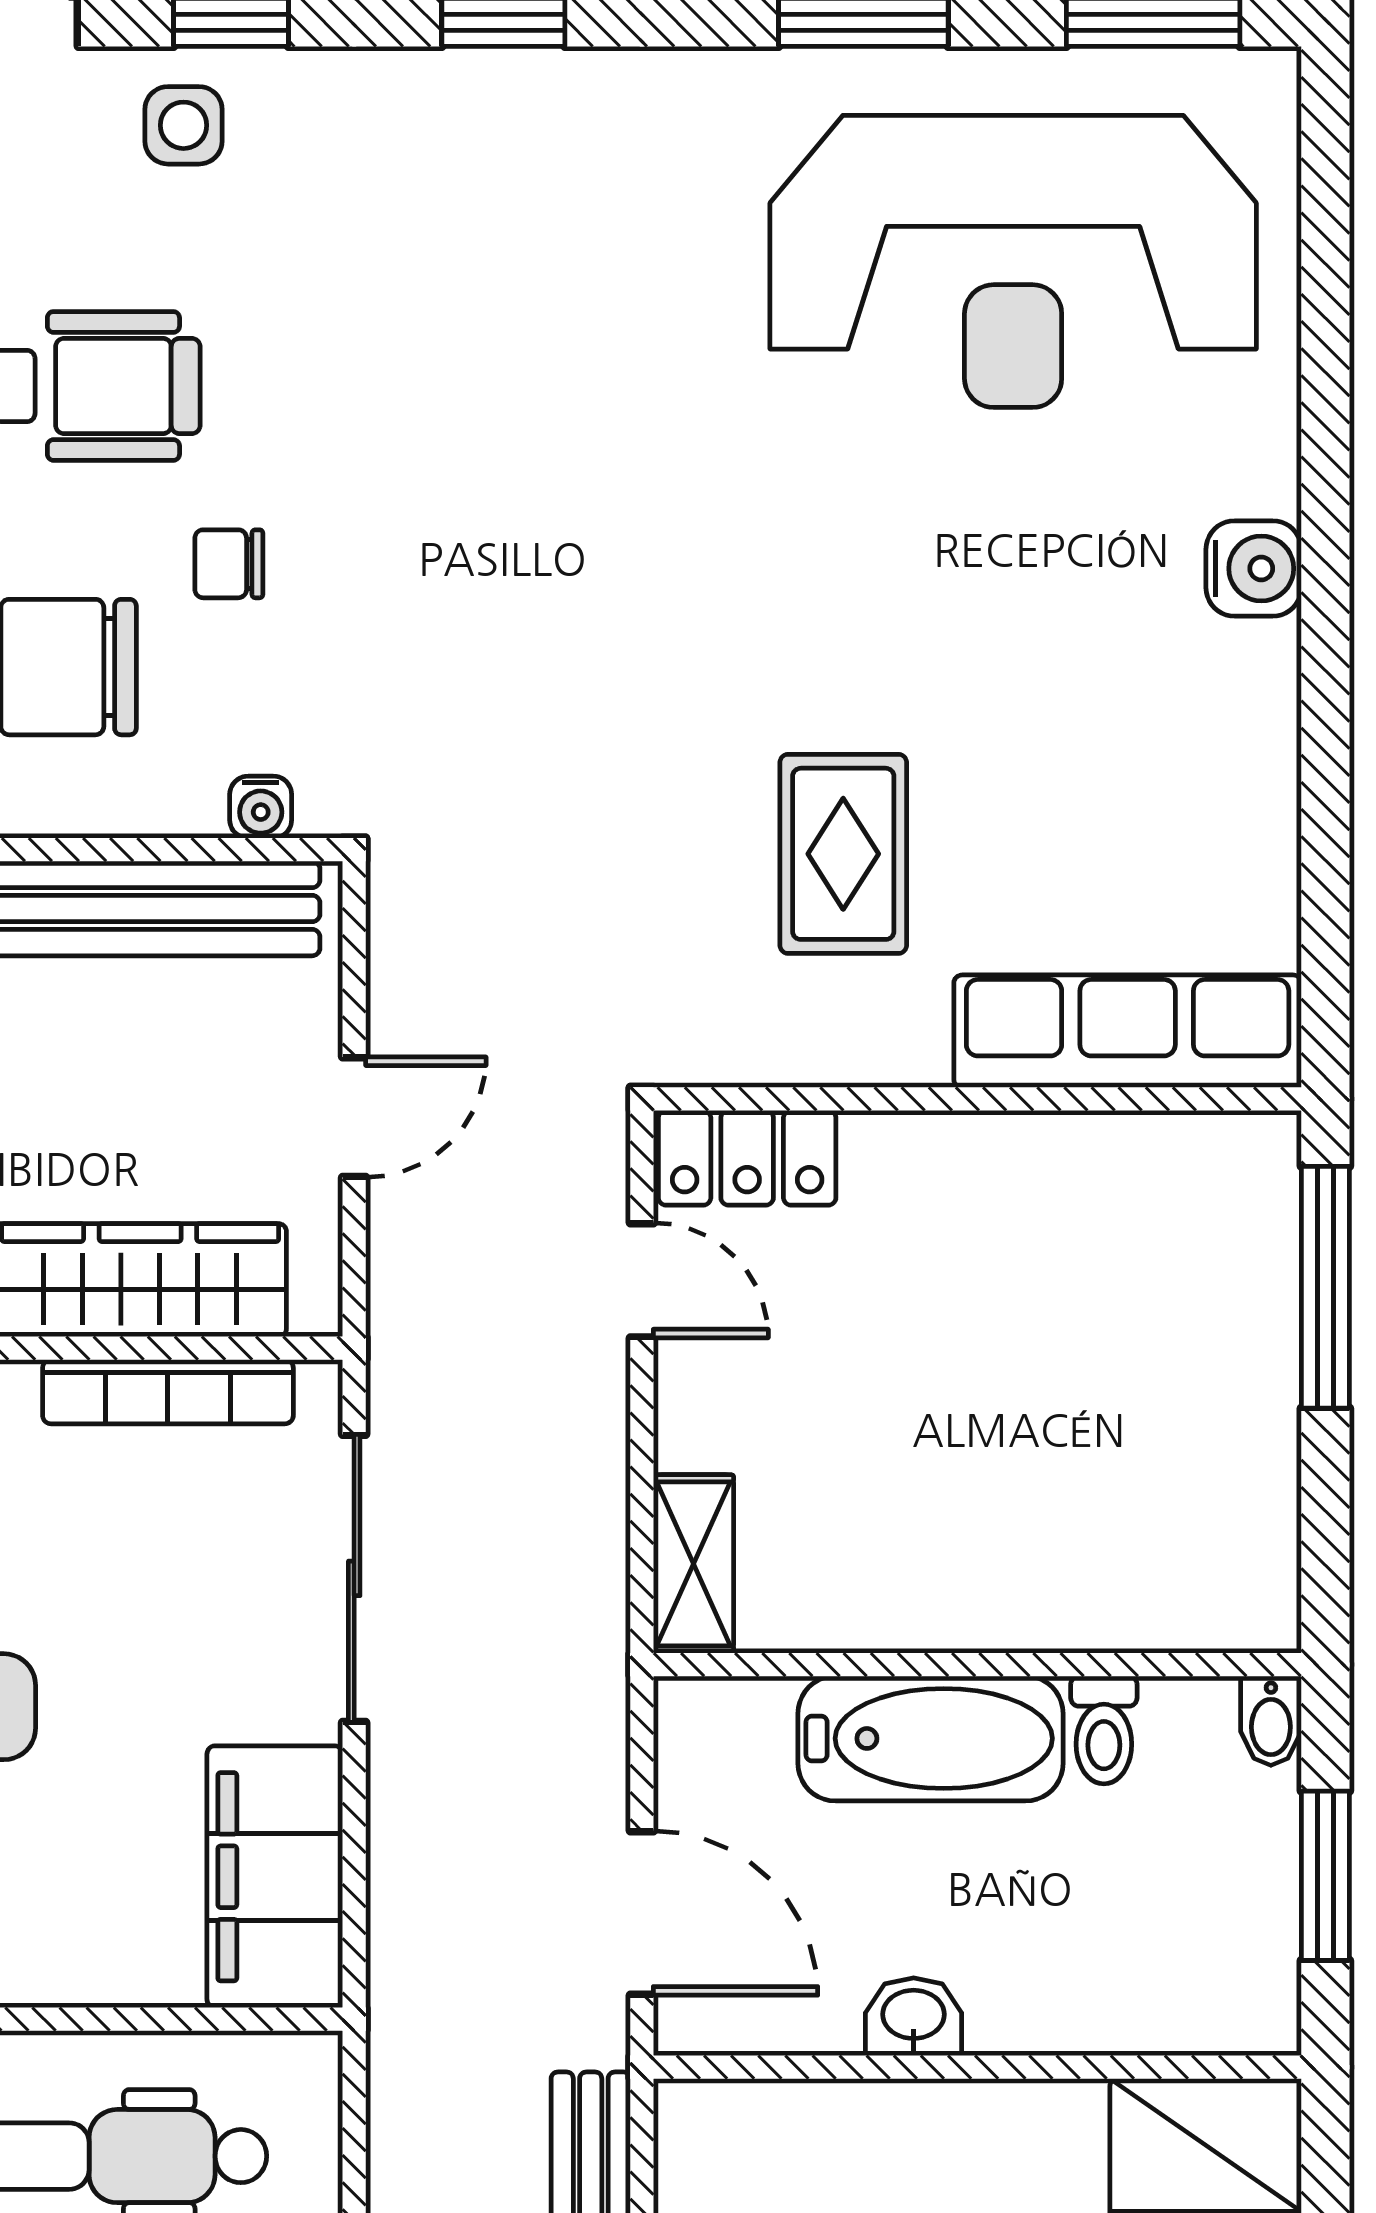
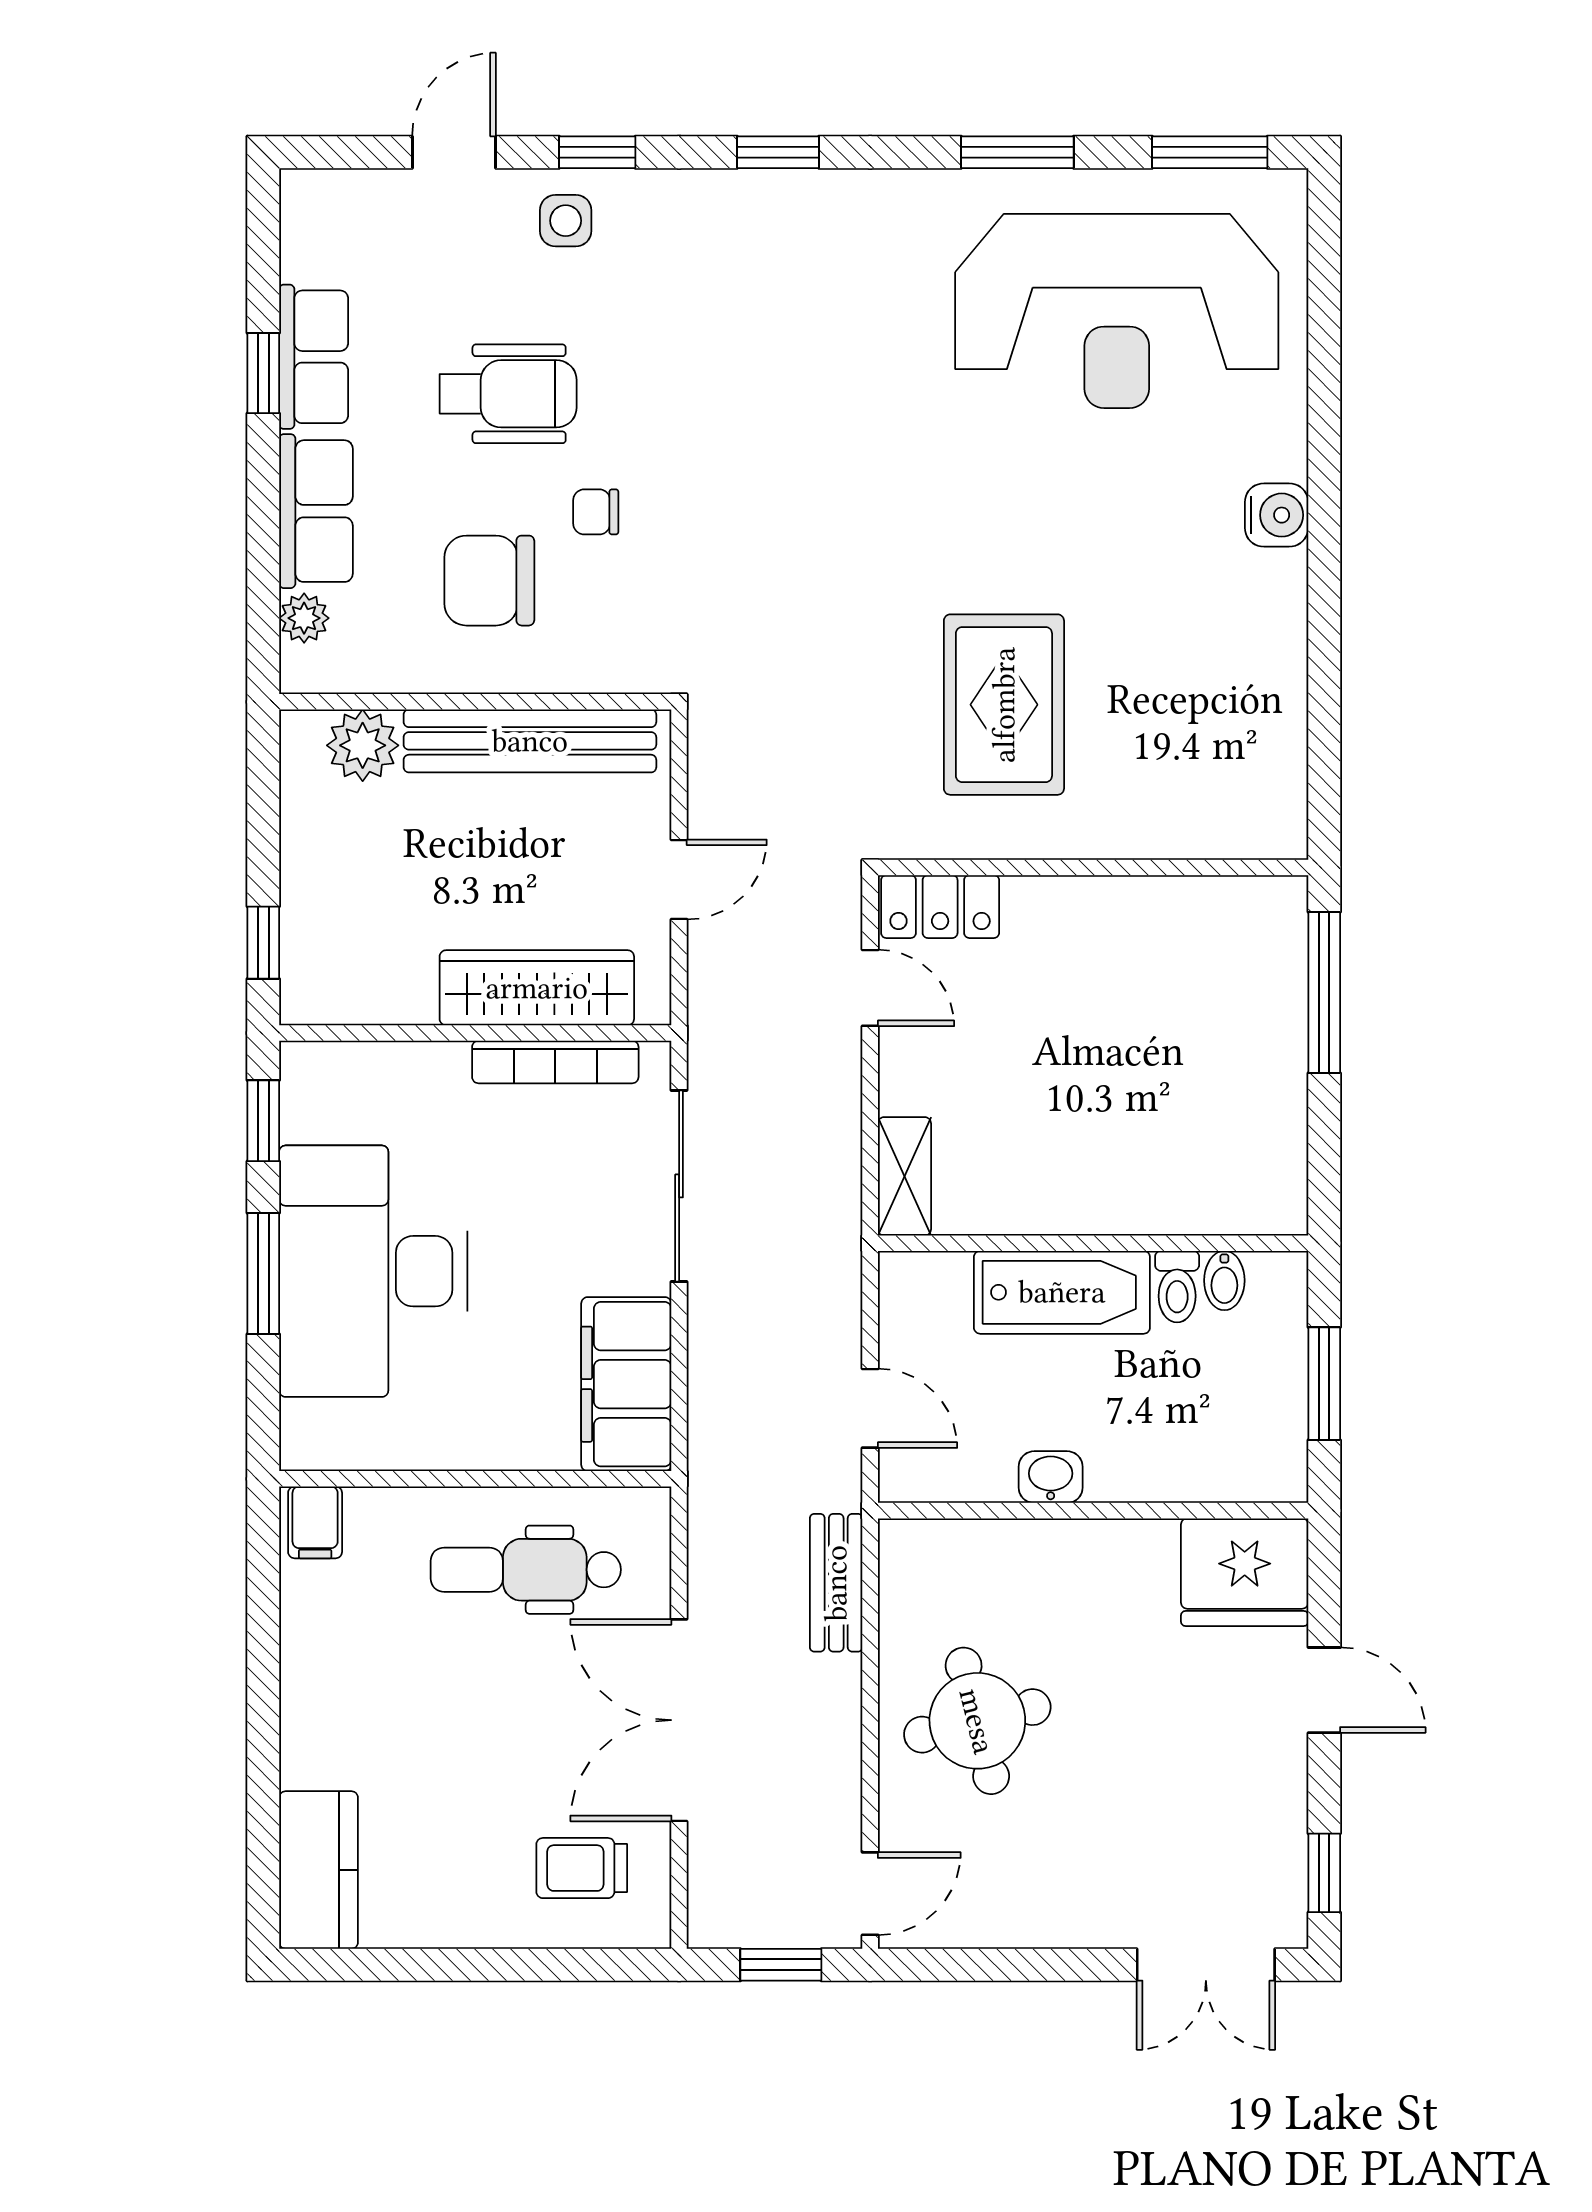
water cooler: (261, 807) -> (617, 674), removed
rug: (843, 854) -> (1004, 705), width x1.36, depth x1.43
row of seats: (1128, 1031) -> (1193, 822), removed
bidet: (1271, 1721) -> (1224, 1280), moved
door: (642, 1913) -> (870, 1408), width x0.73

